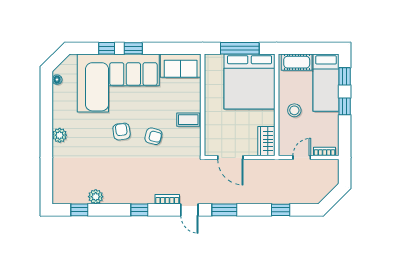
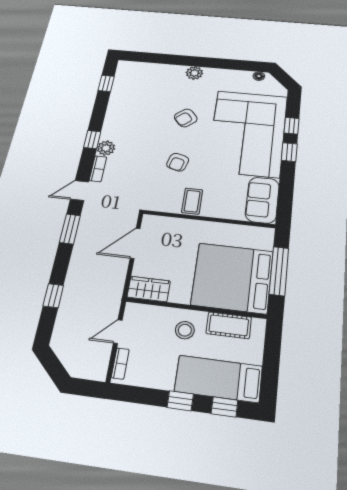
cot: (297, 62) -> (229, 325), moved, turned 90
armchair: (122, 132) -> (186, 118), moved, turned 148
door: (302, 157) -> (118, 332), swing flipped
plant: (96, 197) -> (106, 148), moved

